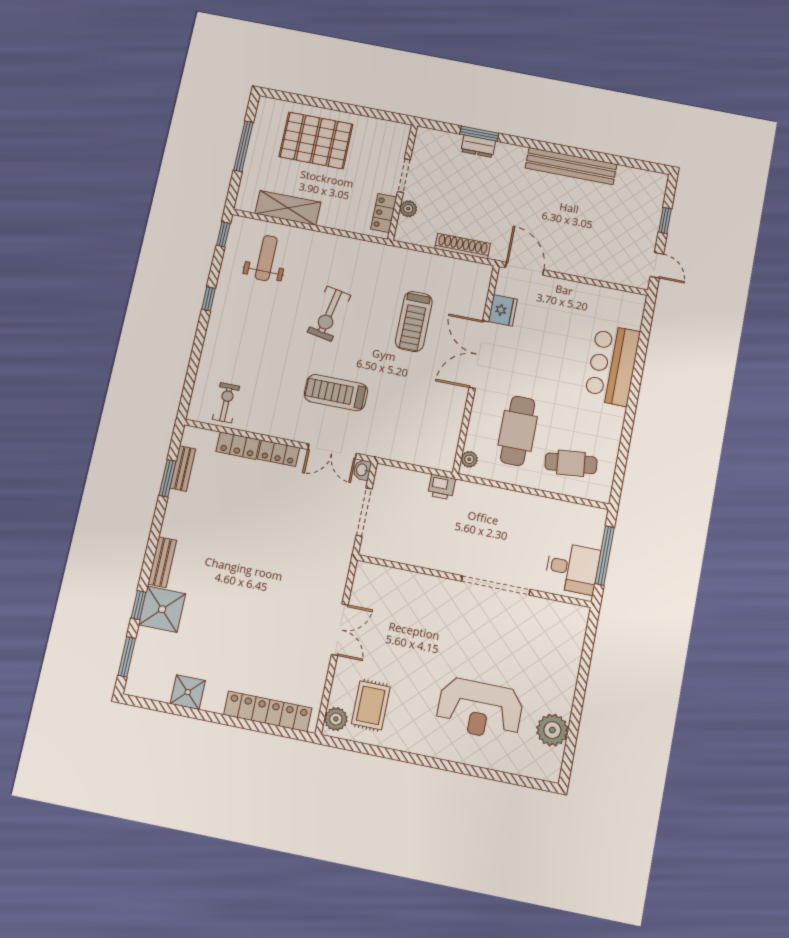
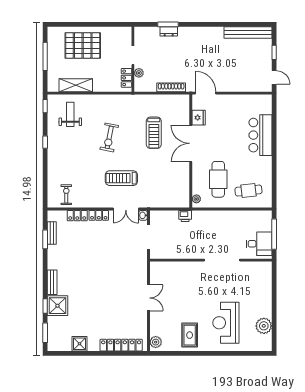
bench: (571, 166) -> (248, 32), moved
rug: (371, 705) -> (190, 335), moved
reception desk: (480, 709) -> (226, 323), turned 90

